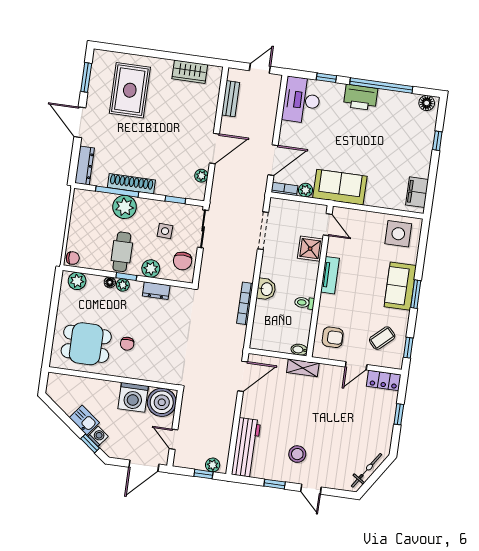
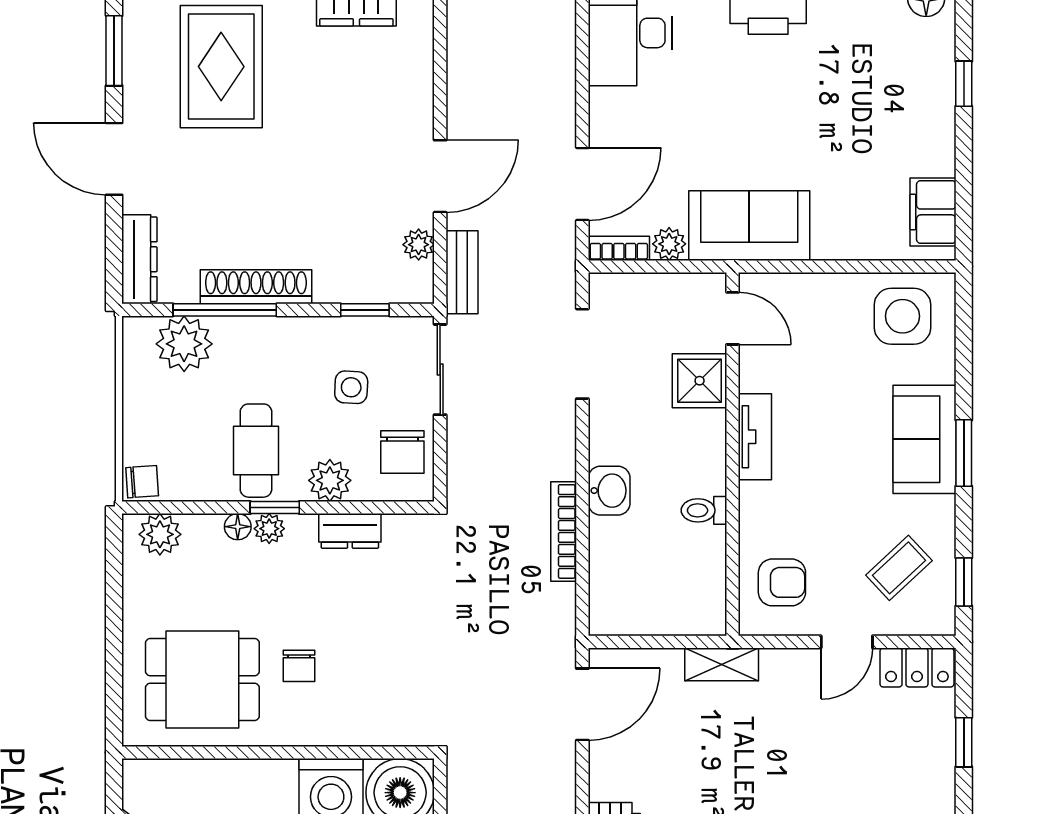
bench: (231, 99) -> (462, 272), moved
plant: (125, 207) -> (184, 344), moved
bidet: (299, 350) -> (707, 623), removed

